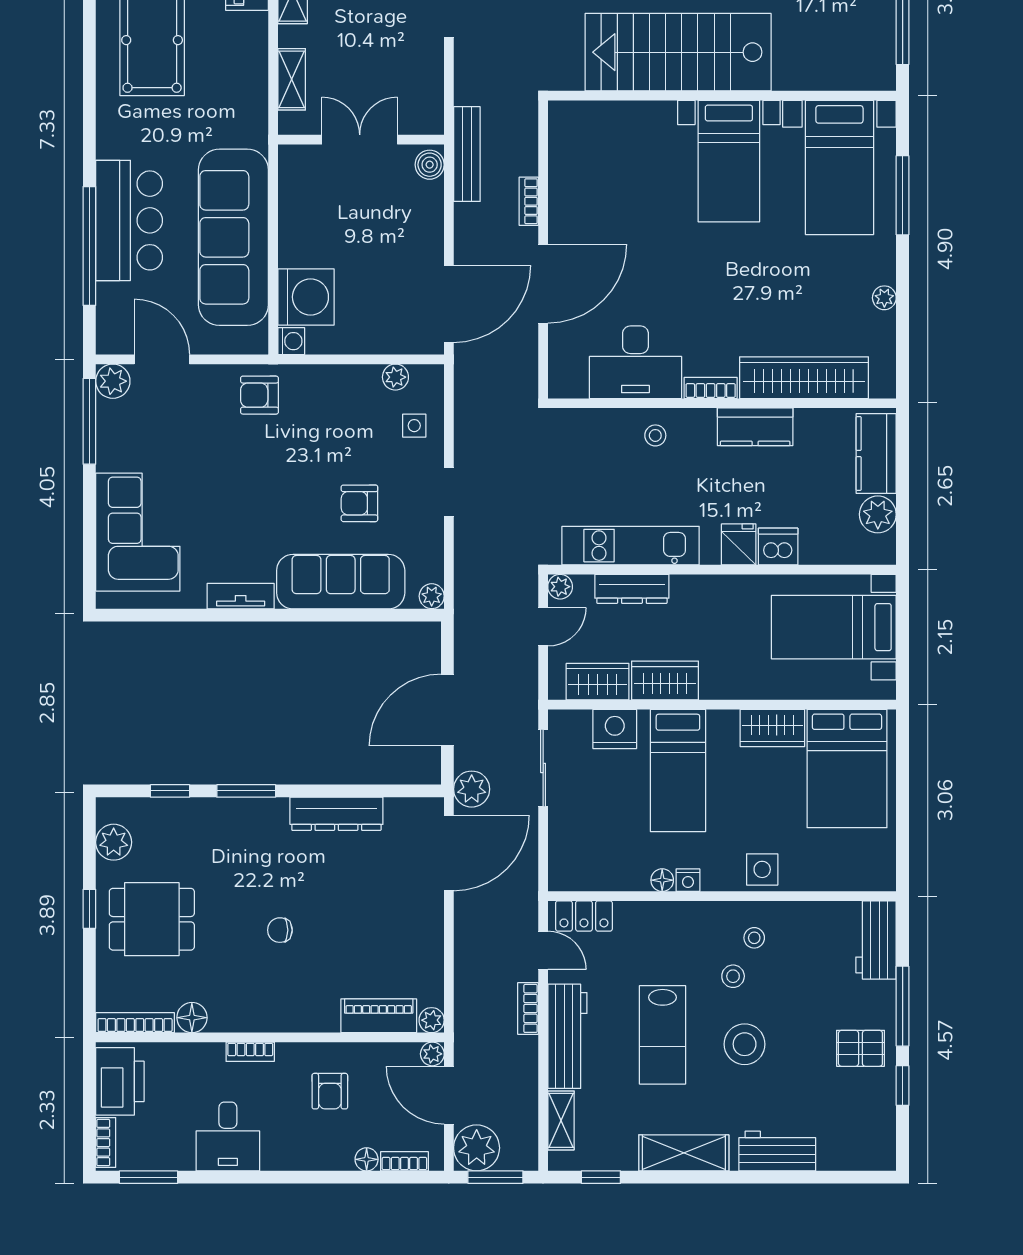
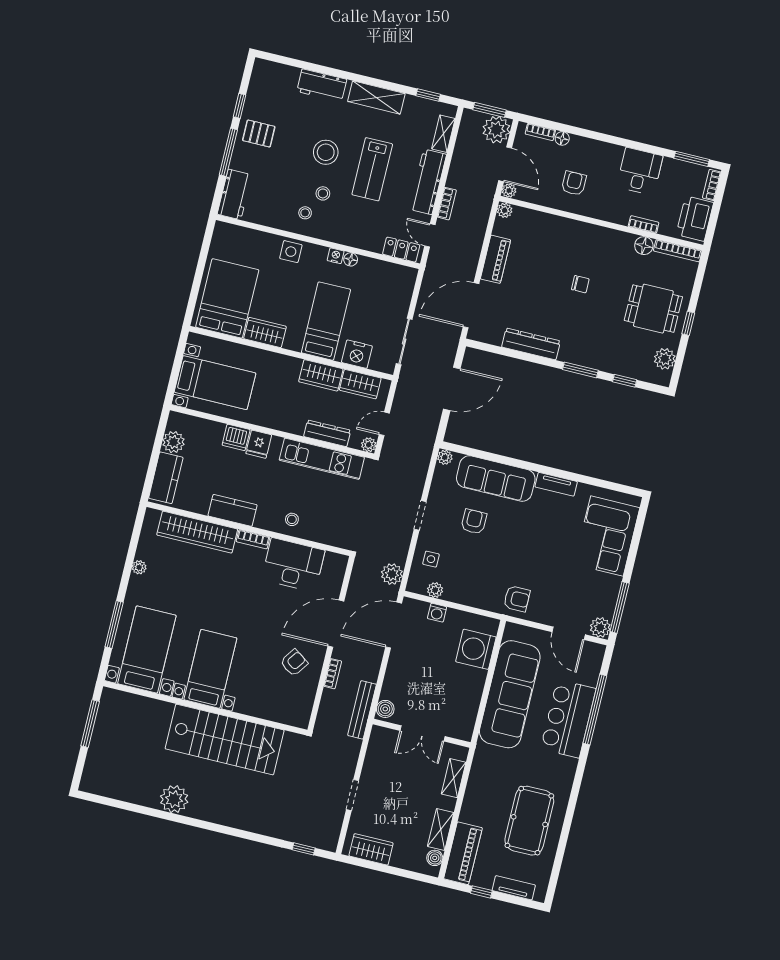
armchair: (596, 204) -> (294, 663), added
washing machine: (291, 341) -> (437, 613), moved, turned -90
armchair: (359, 503) -> (474, 522), turned -90
plant: (472, 789) -> (392, 574), moved
piano: (379, 1016) -> (495, 259), moved, turned -90
lab bench: (663, 1035) -> (372, 169), turned 180
bookcase: (250, 1052) -> (644, 224), moved

